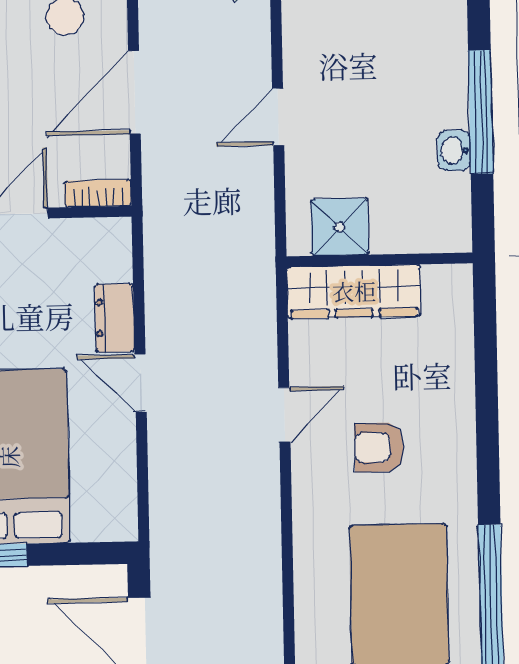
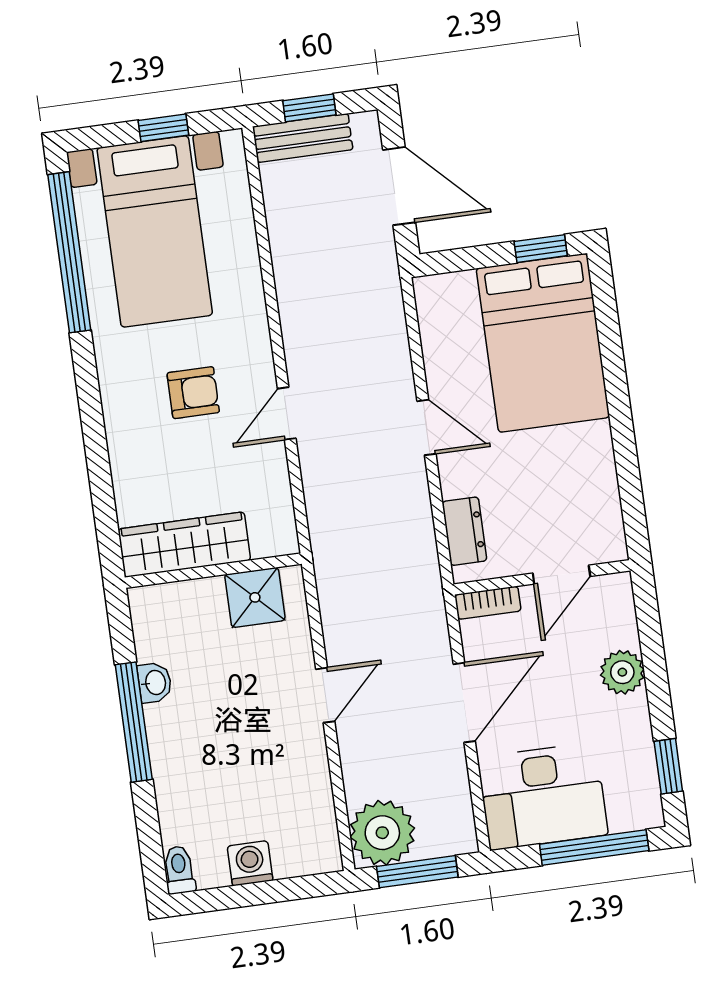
wardrobe: (354, 291) -> (184, 545), moved
dresser: (115, 318) -> (464, 531), moved

